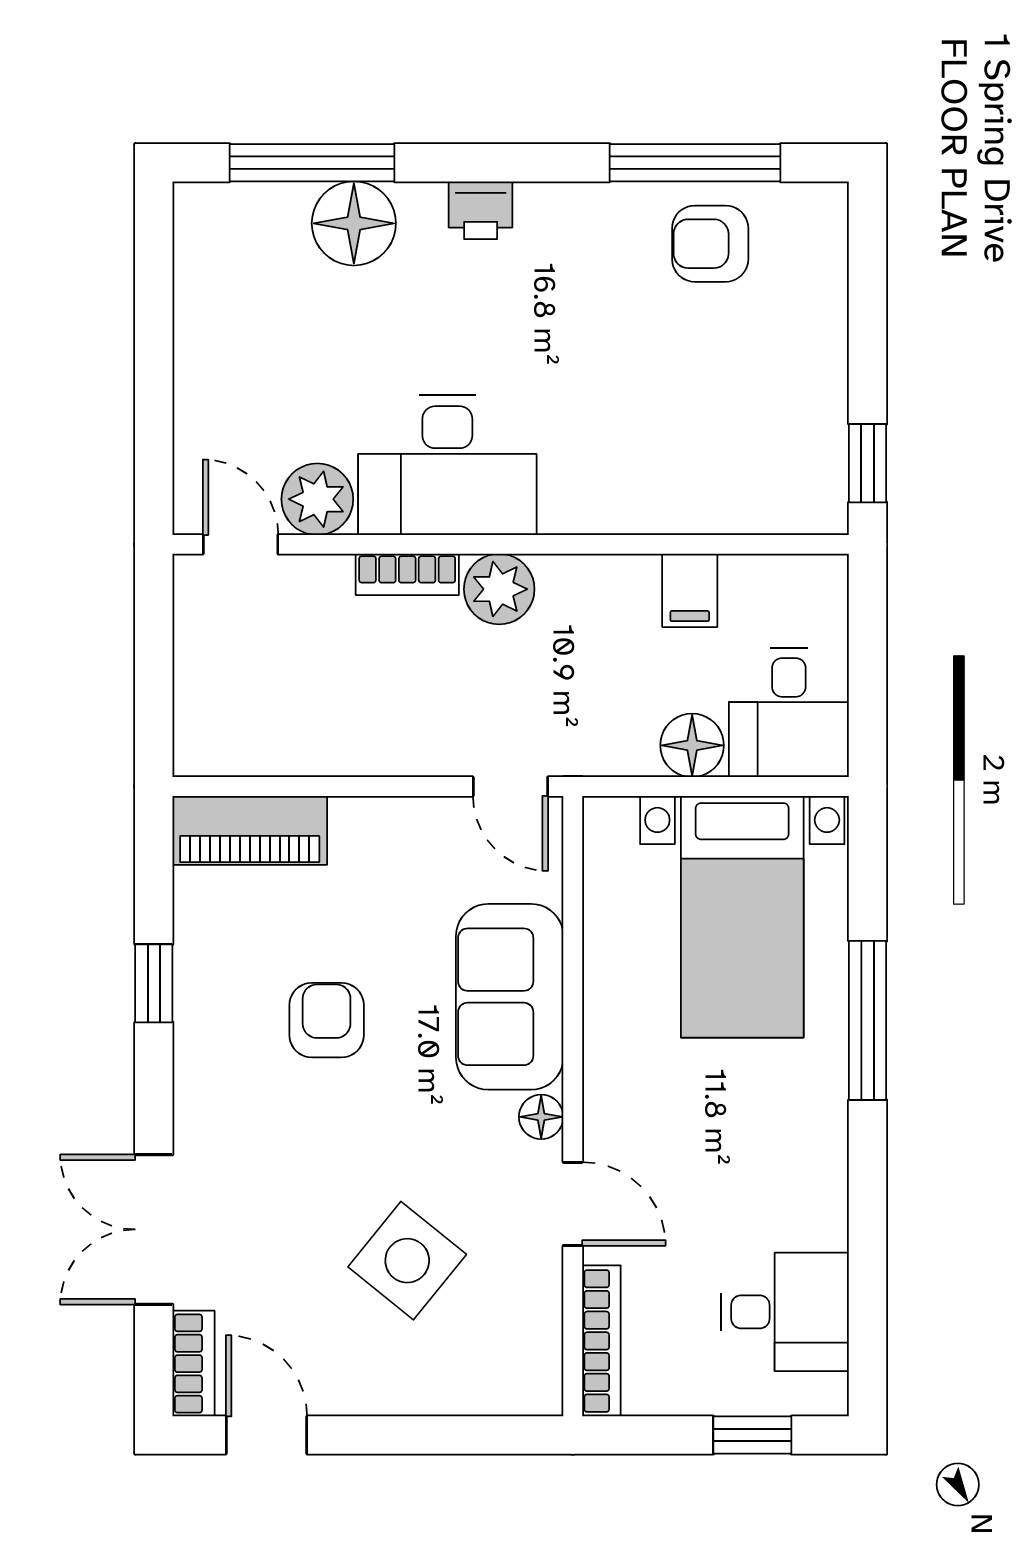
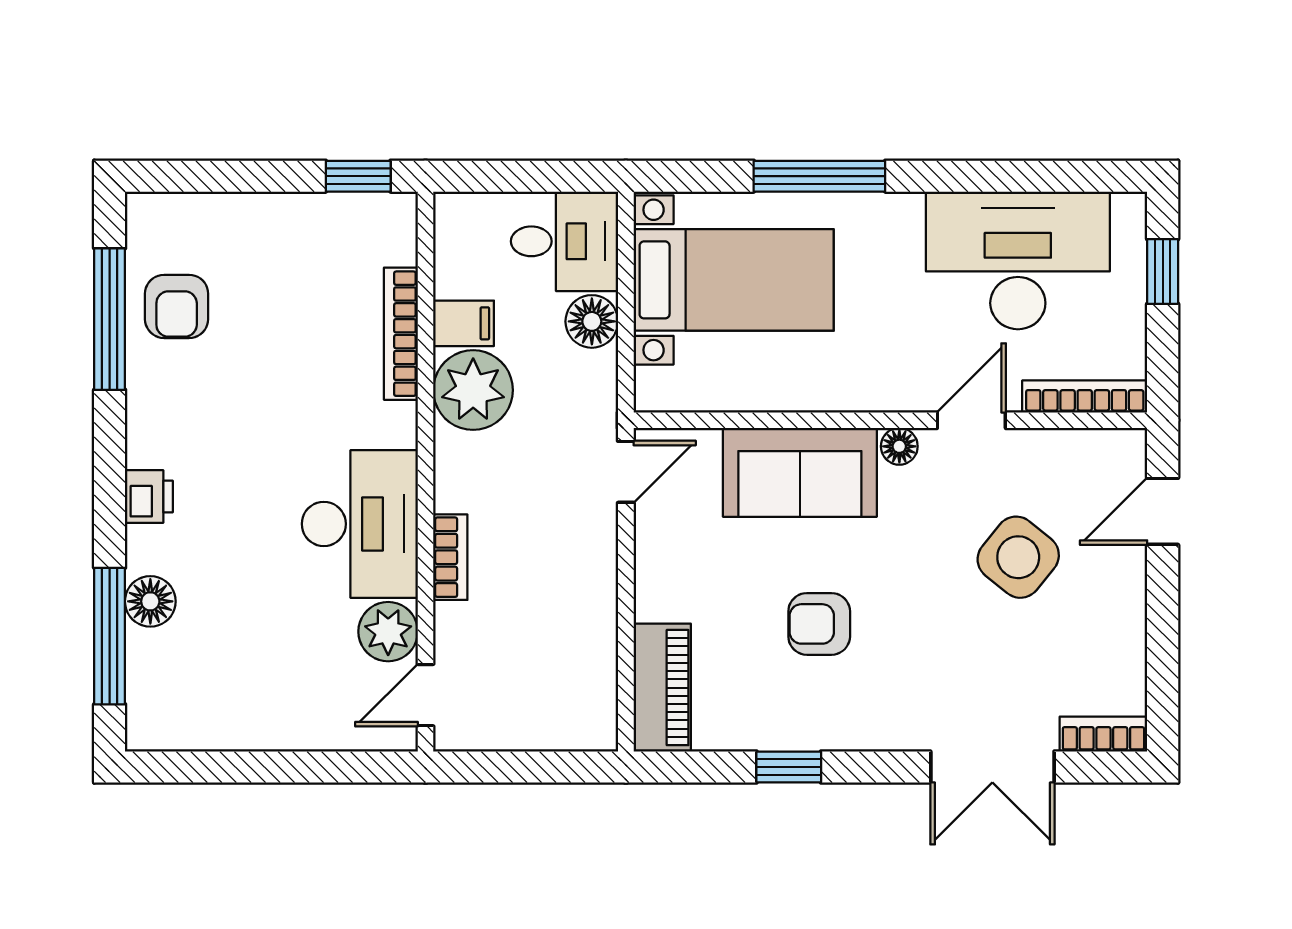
floor lamp: (354, 223) -> (150, 601), width x0.73, depth x0.73
bookcase: (677, 515) -> (401, 334), added
plant: (499, 589) -> (473, 390), moved, width x1.36, depth x1.36
desk: (785, 1312) -> (1018, 260), width x1.87, depth x1.30
door: (266, 1435) -> (1163, 511), moved

